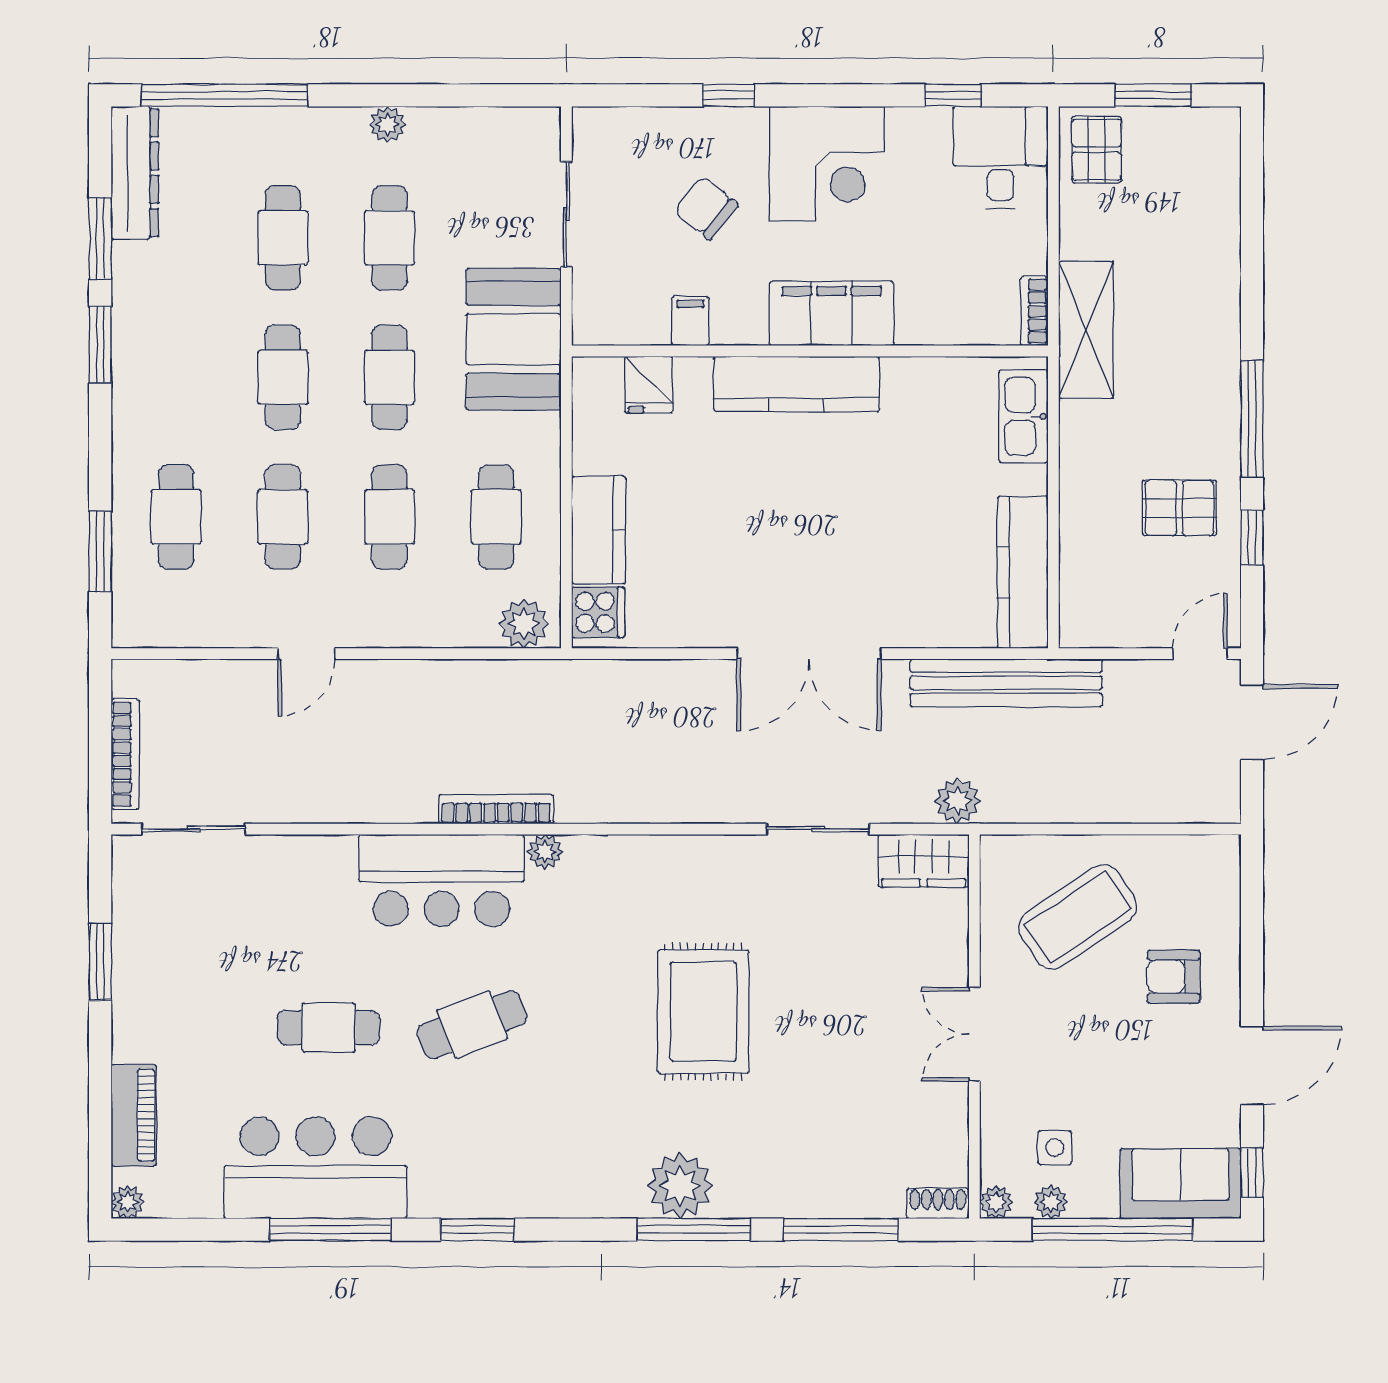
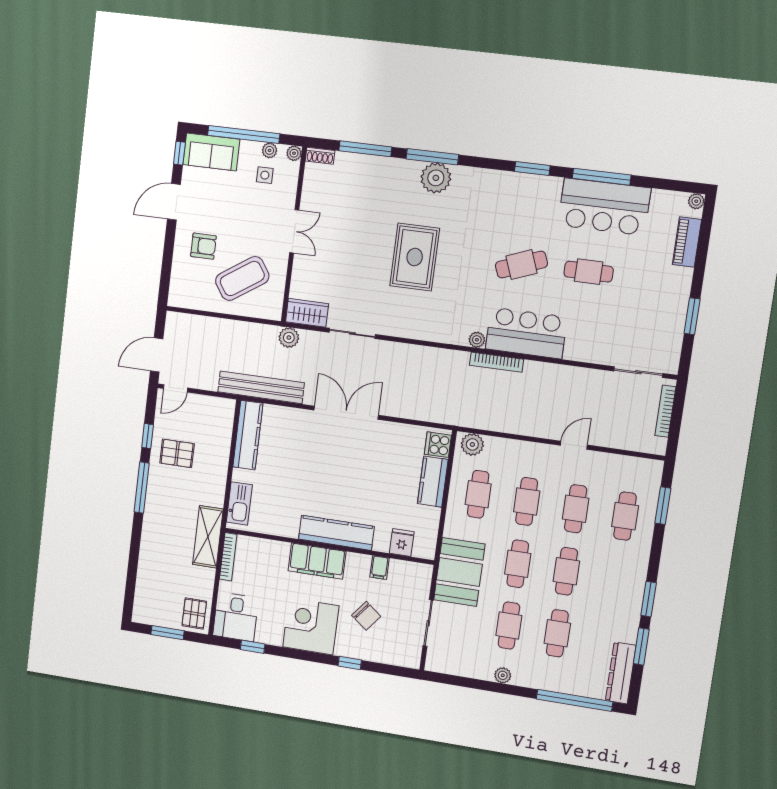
bookcase: (1034, 311) -> (228, 557), width x1.56

